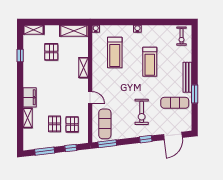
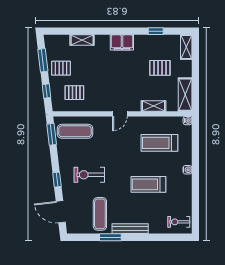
shelving: (83, 68) -> (154, 106), moved
filing cabinet: (30, 97) -> (122, 42), moved
door: (90, 98) -> (120, 114), moved
pallet: (54, 124) -> (61, 68), moved

